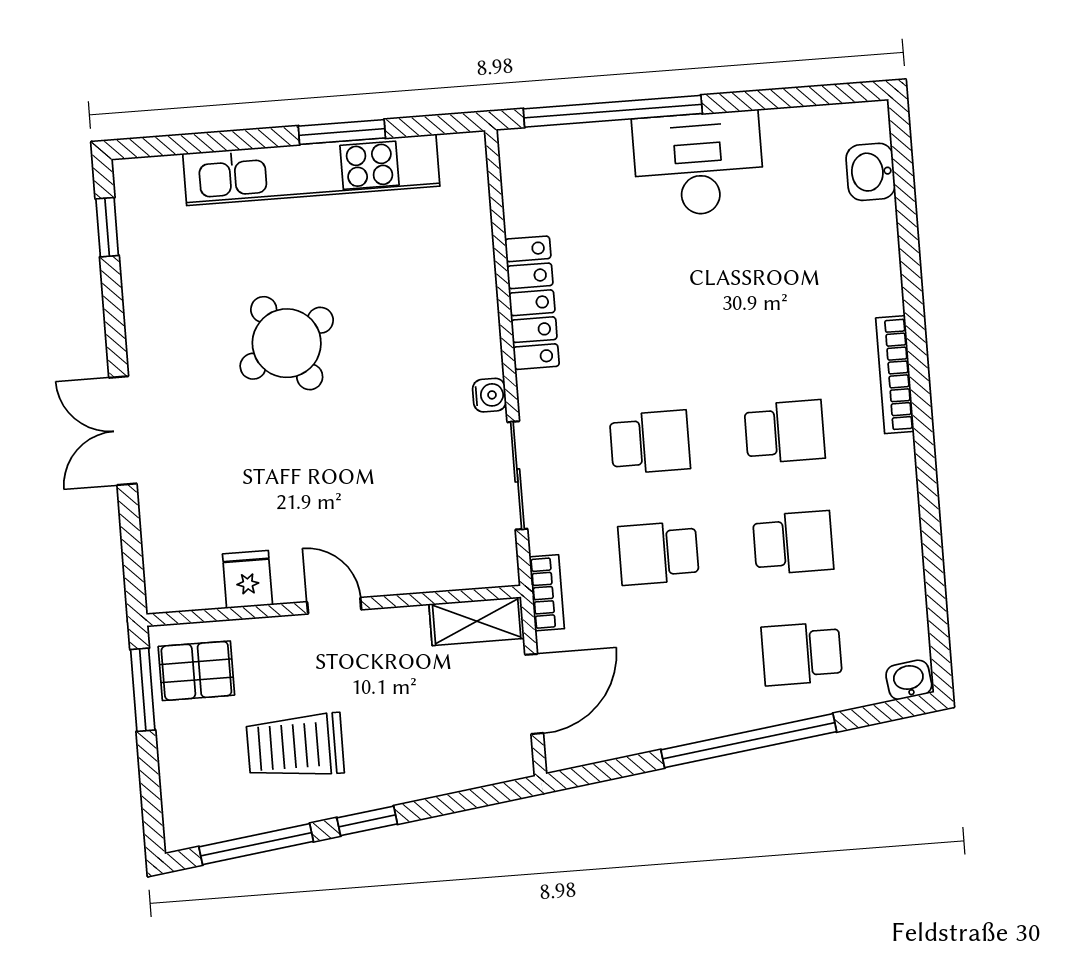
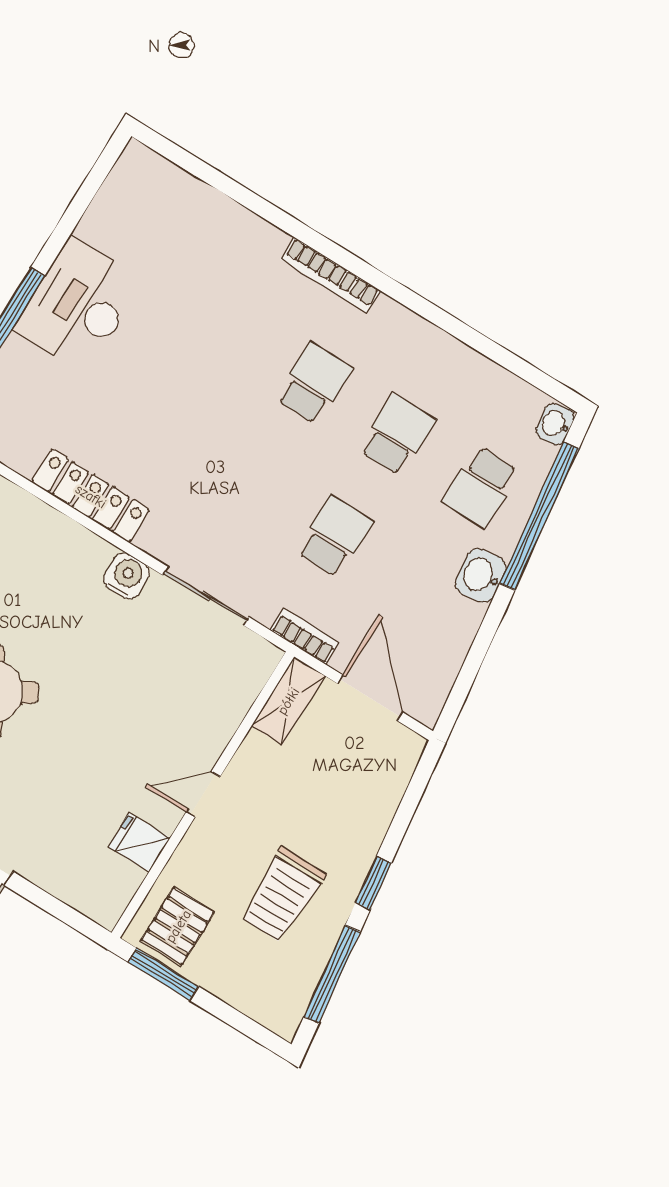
washbasin: (871, 172) -> (481, 576), moved, turned 83
water cooler: (489, 395) -> (126, 576), width x1.38, depth x1.38
school desk: (650, 442) -> (251, 484), removed
school desk: (658, 553) -> (334, 536), turned 180
window: (749, 741) -> (539, 516), moved

